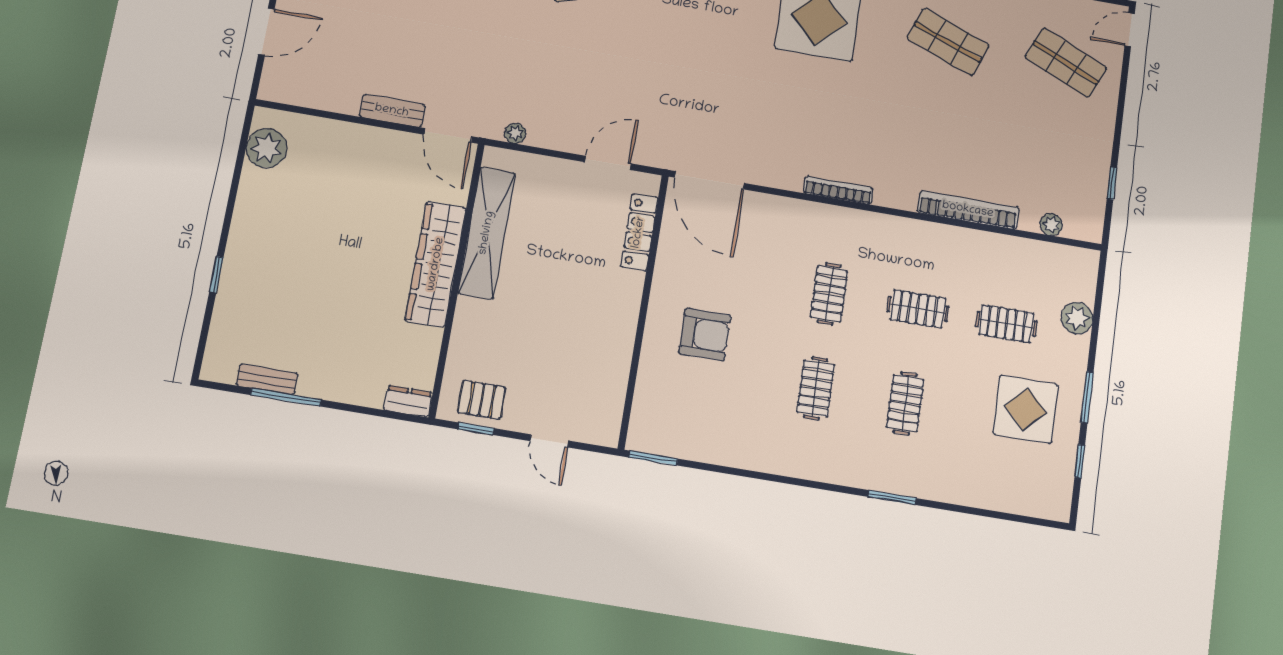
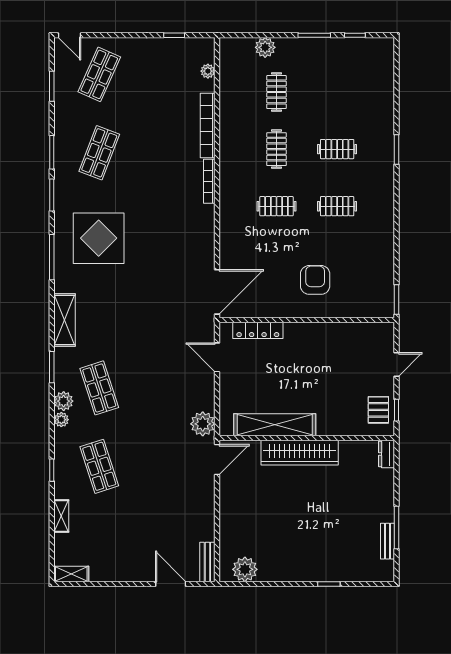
bench: (392, 111) -> (207, 562), moved
plant: (515, 133) -> (203, 424), width x1.88, depth x1.88
bookcase: (838, 190) -> (209, 181), moved
display table: (1025, 409) -> (328, 73), removed

